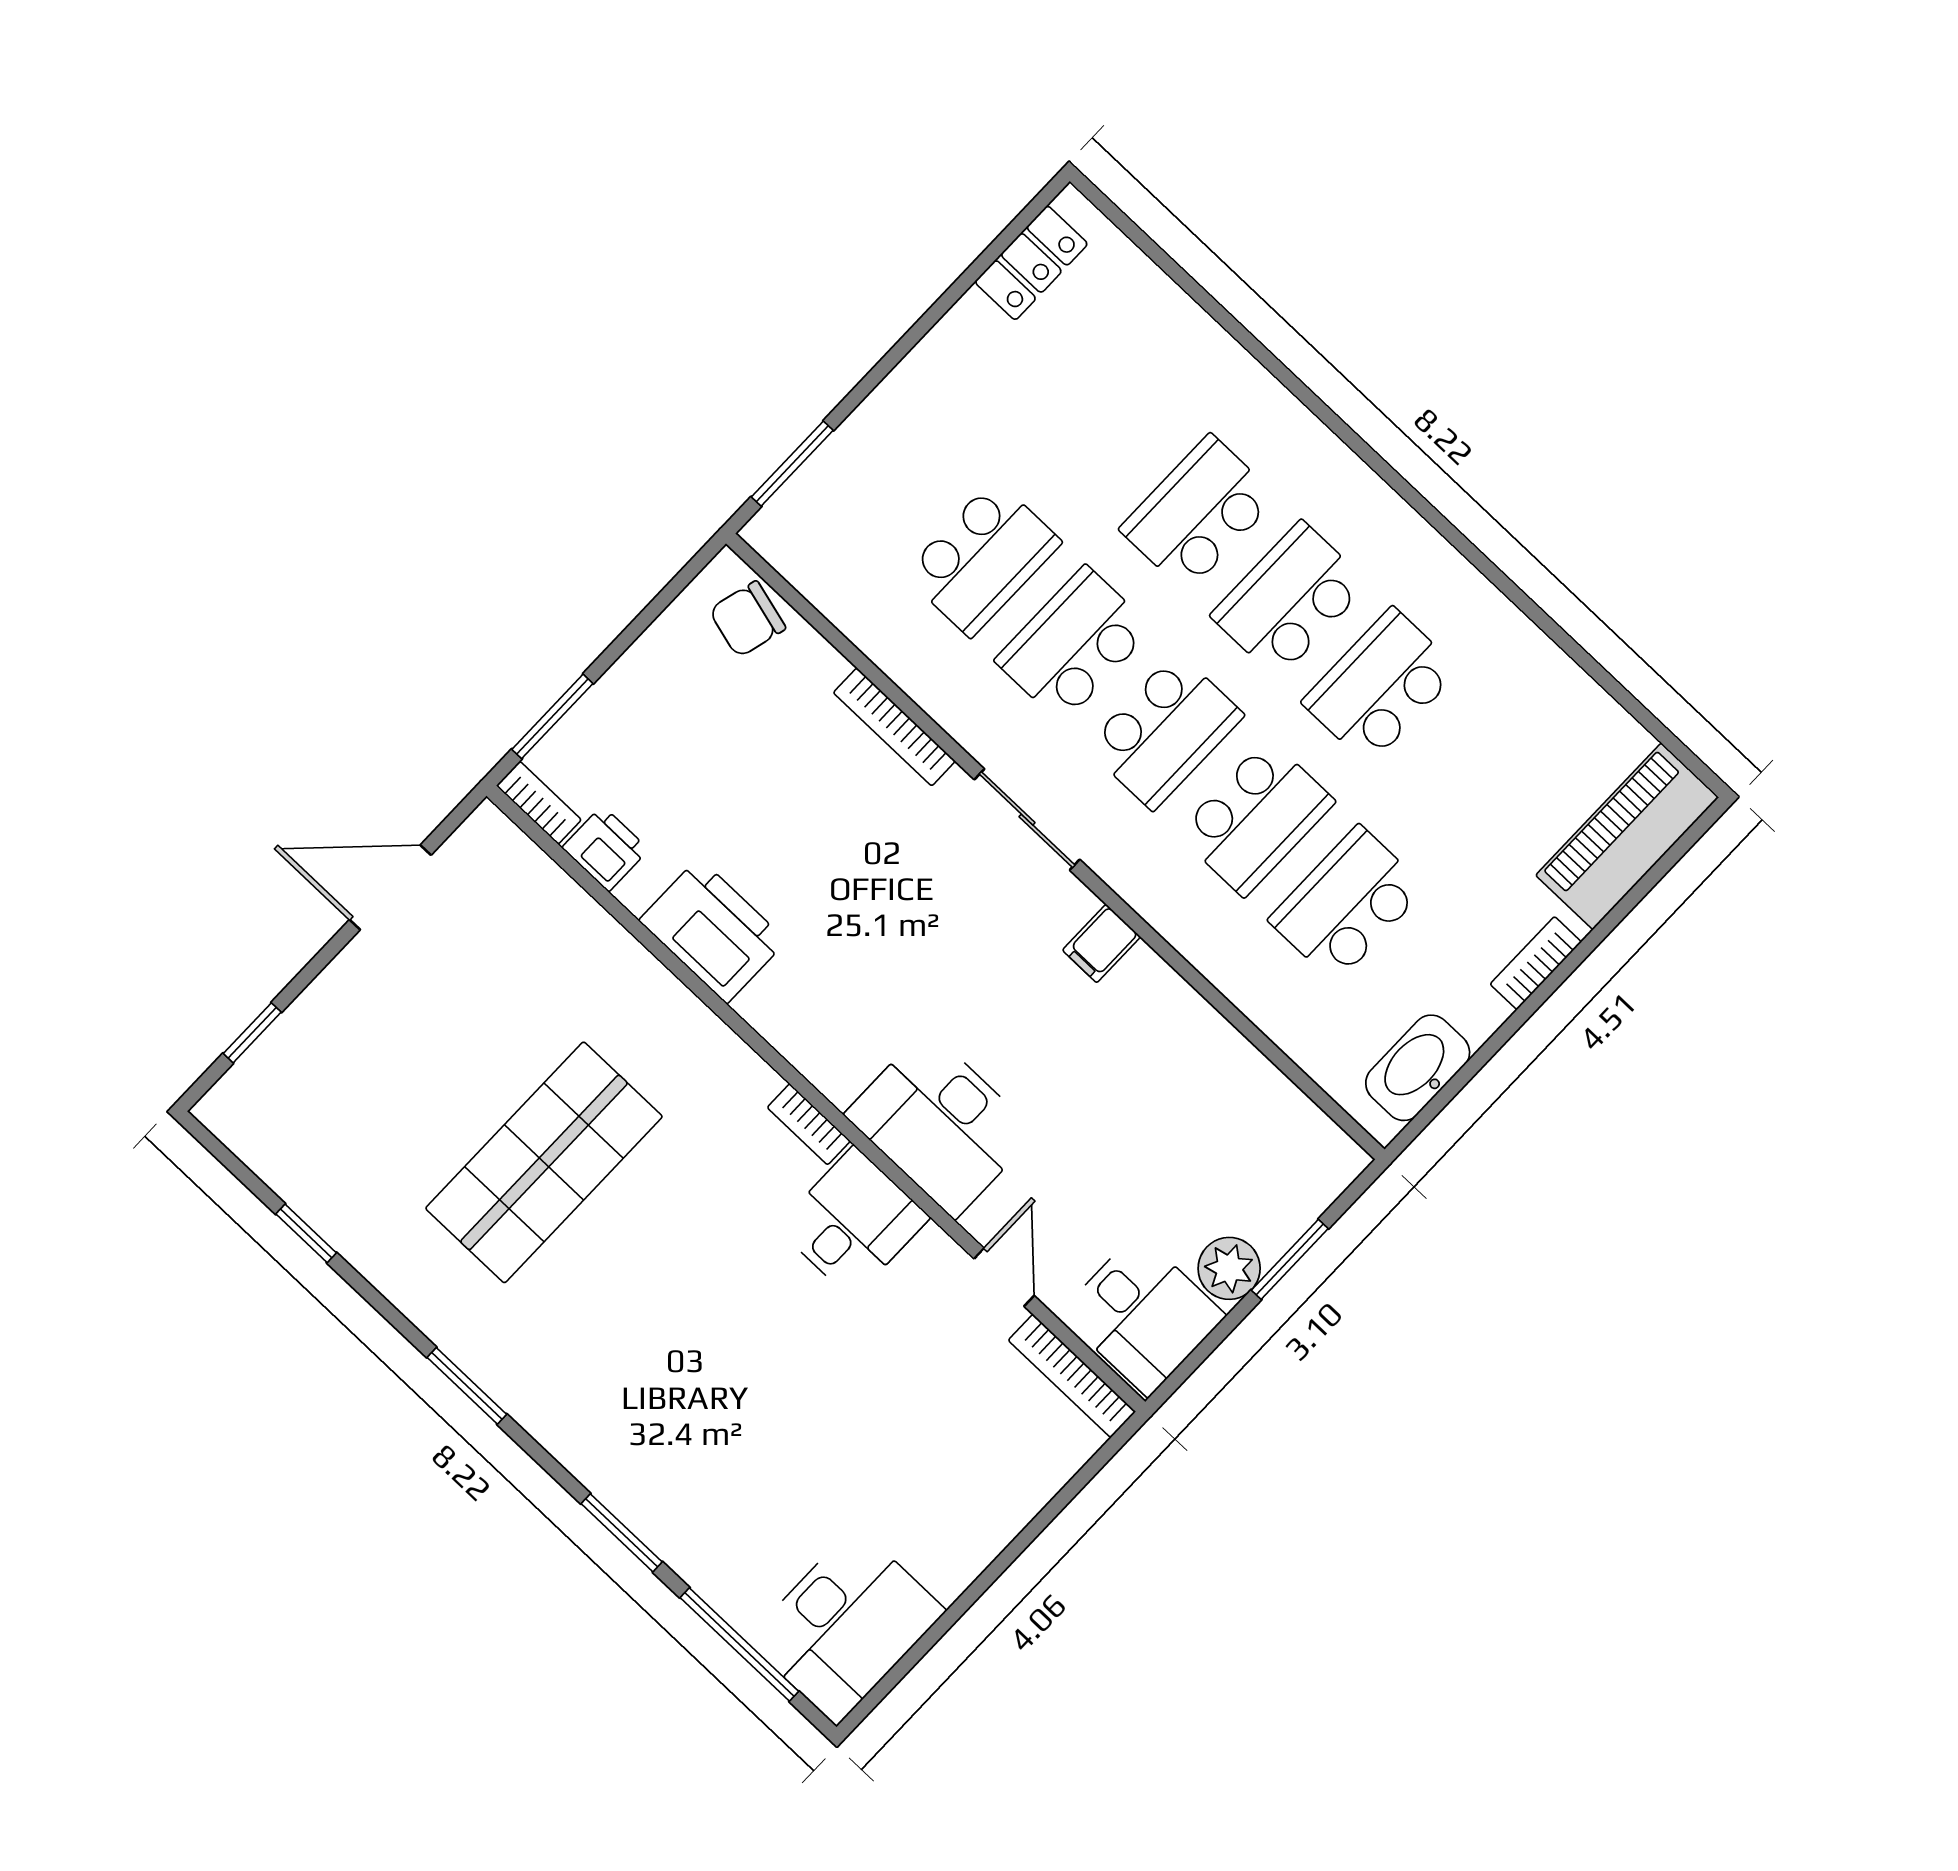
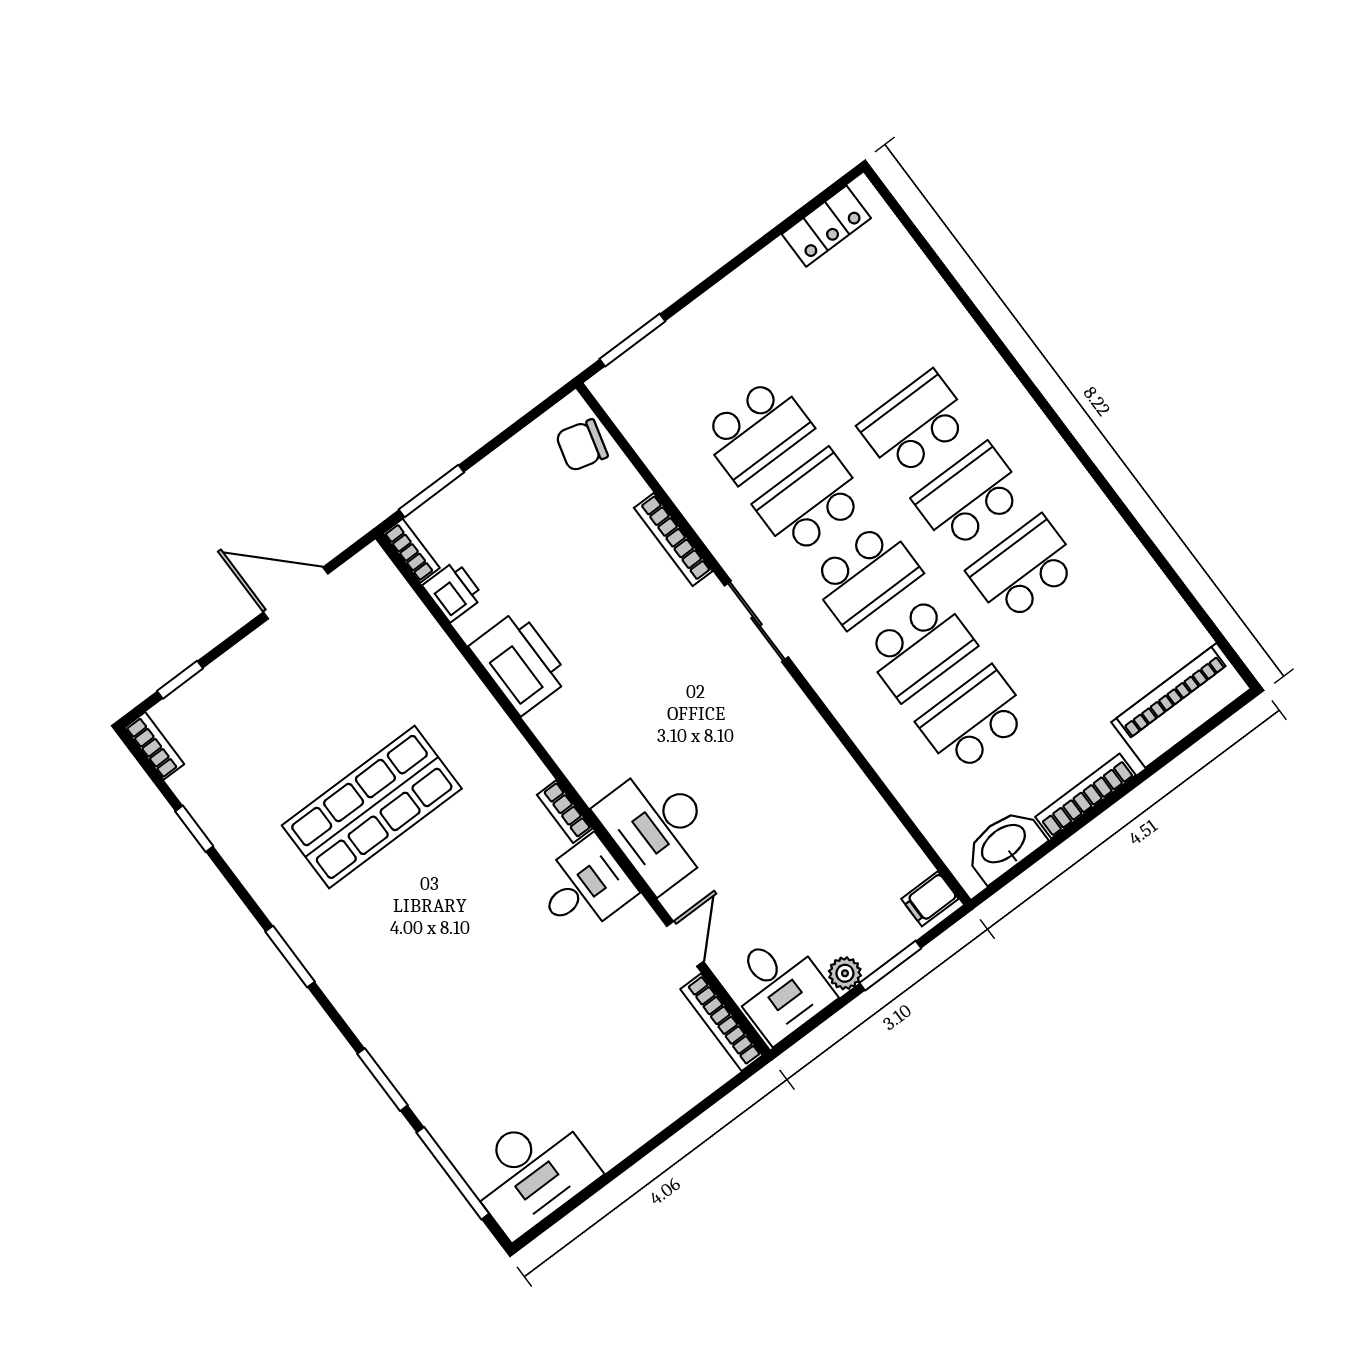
filing cabinet: (1101, 943) -> (930, 899), moved
bookcase: (1536, 963) -> (1086, 796), width x1.56
bookcase: (232, 1129) -> (154, 746), added
plant: (1229, 1268) -> (845, 973), width x0.73, depth x0.73

